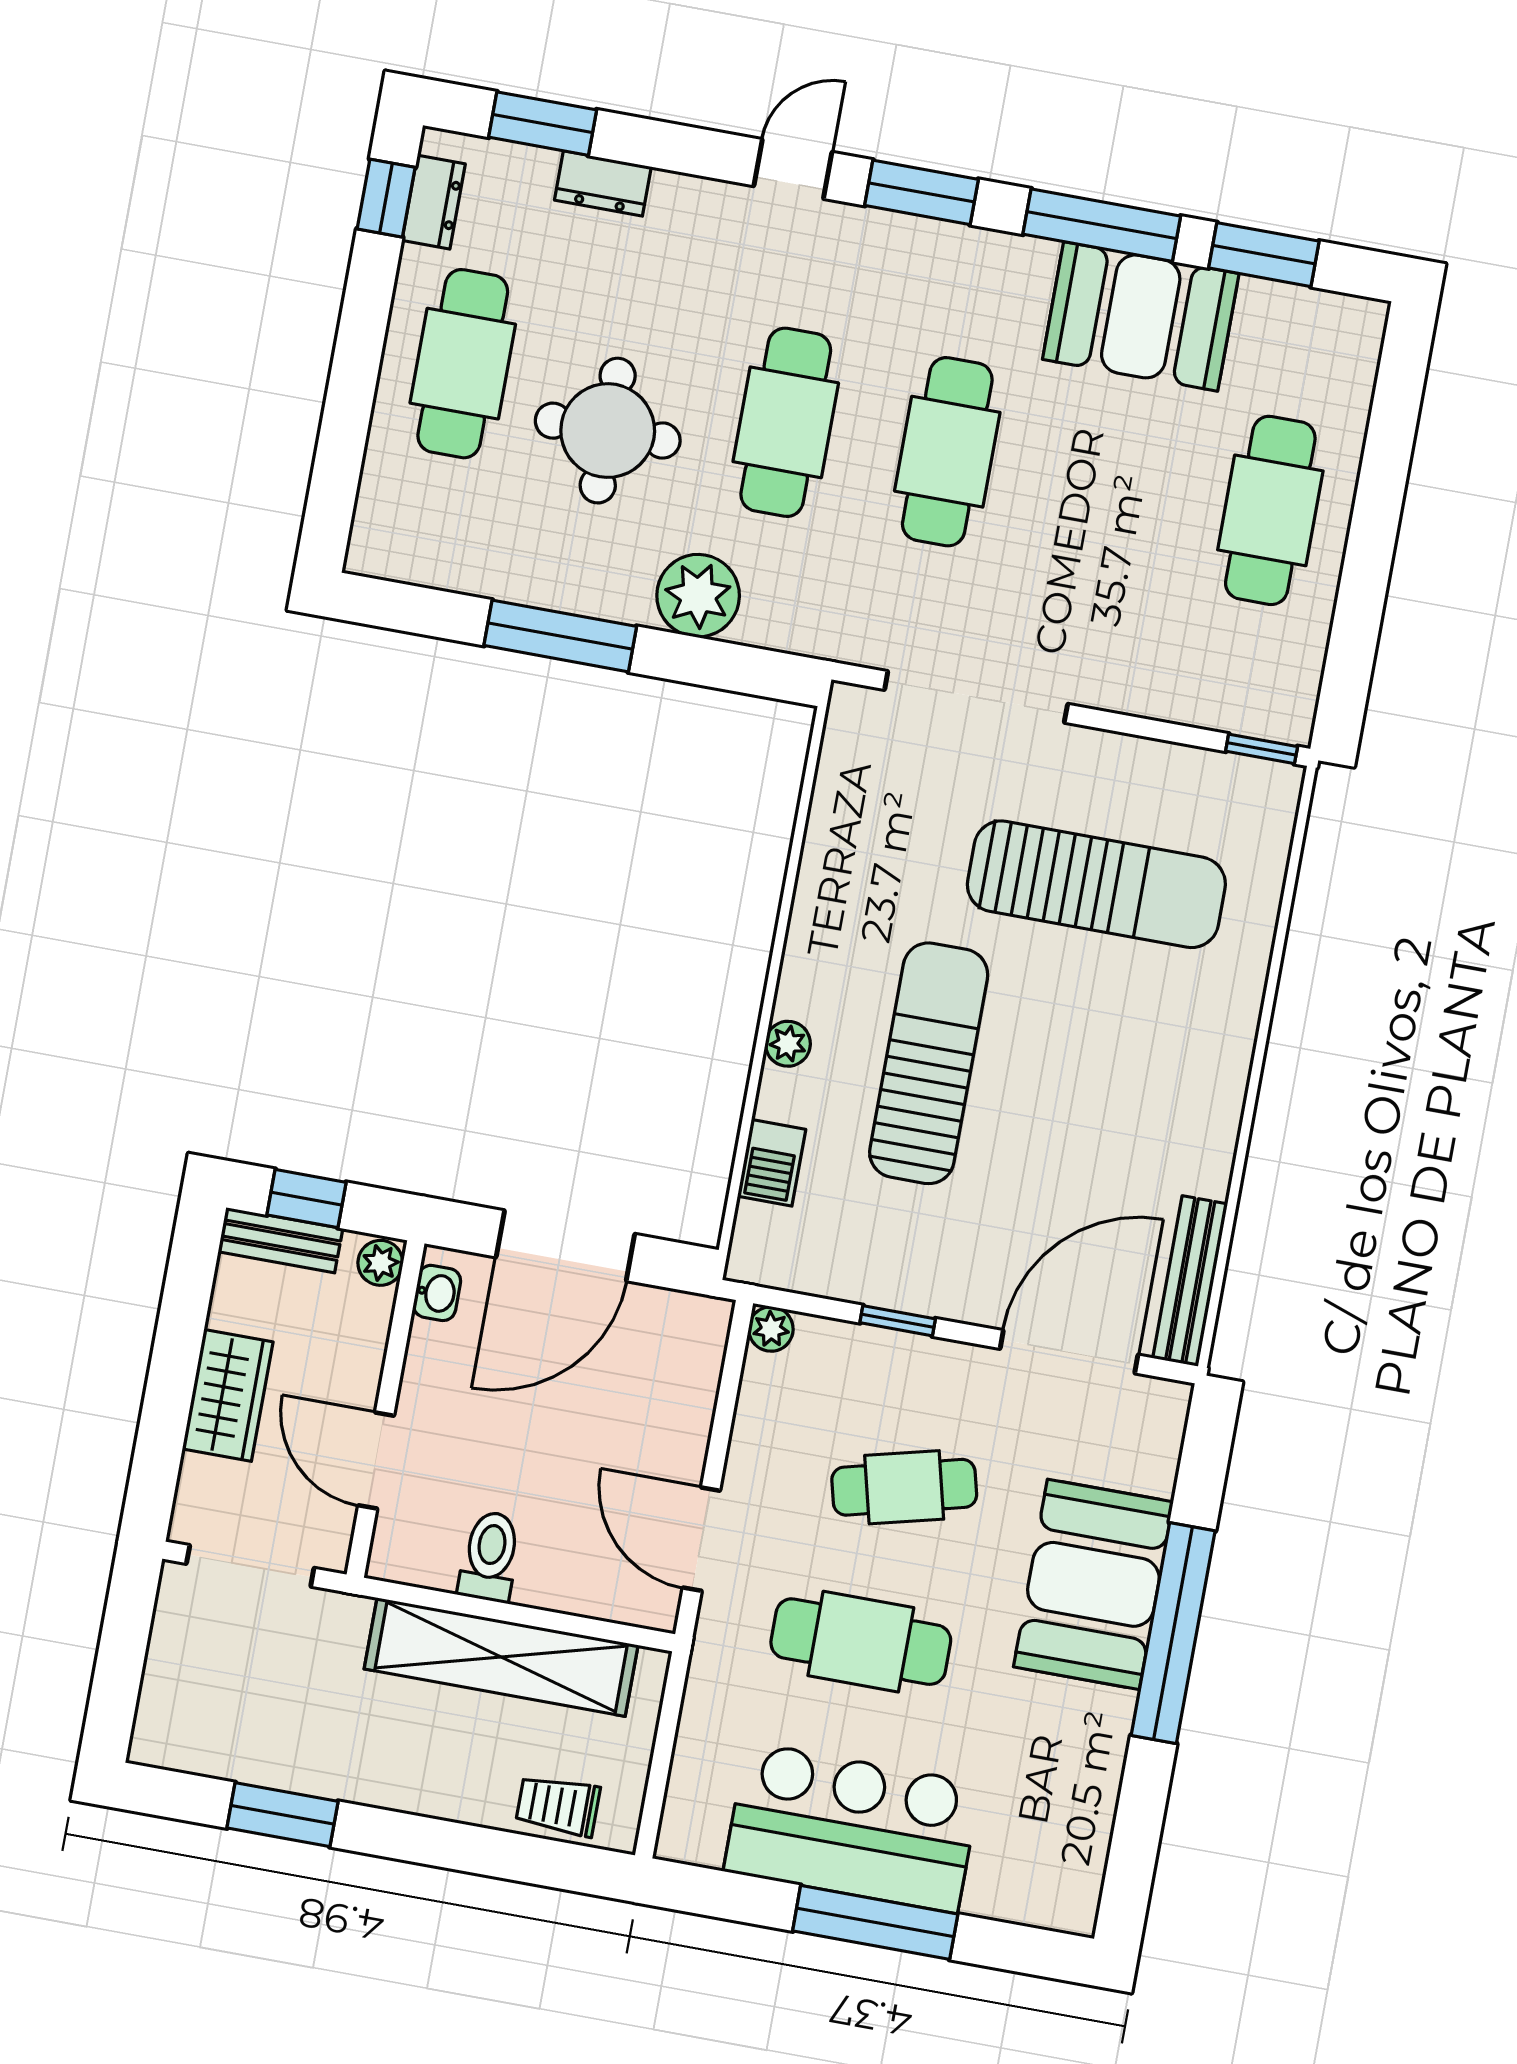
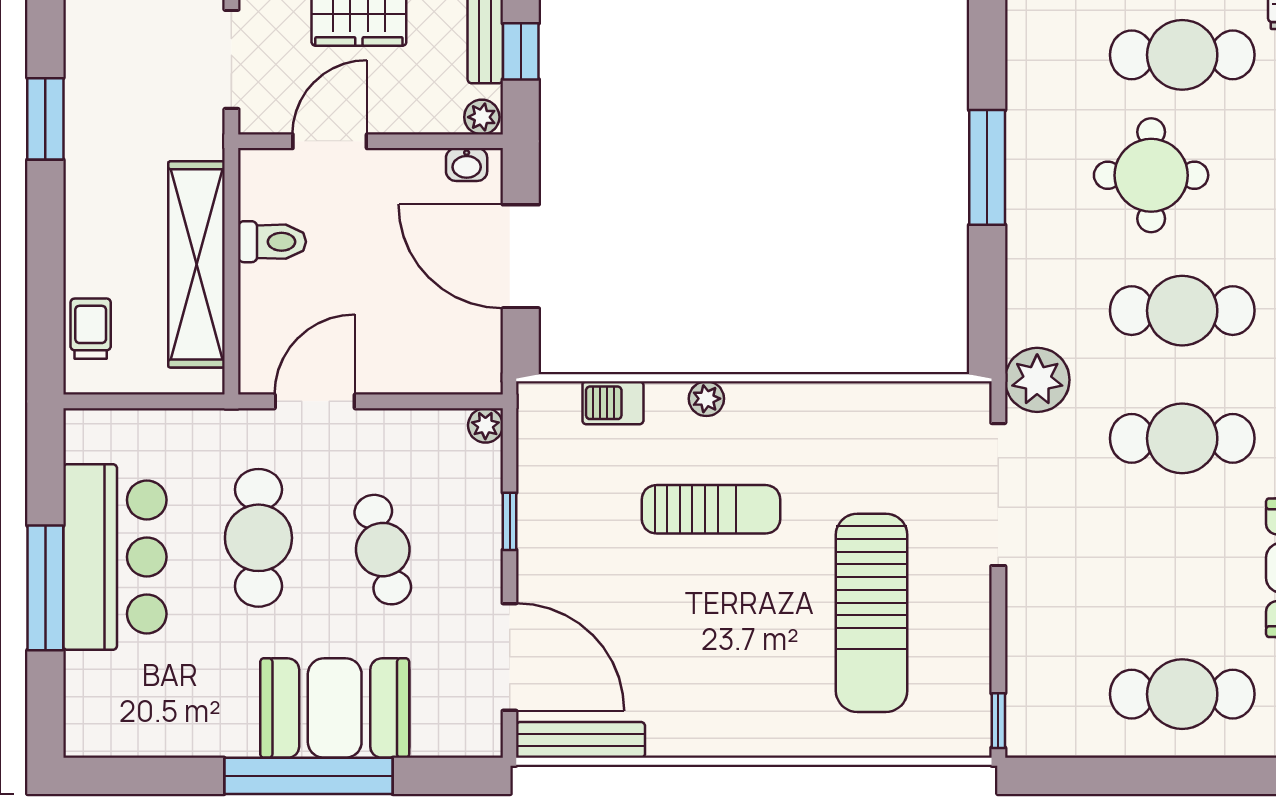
plant: (698, 596) -> (1037, 380), moved
sun lounger: (929, 1063) -> (711, 509), width x0.73, depth x0.75

